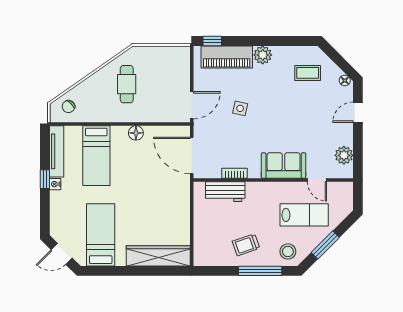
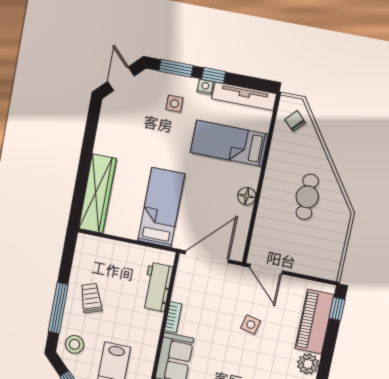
cafe table: (127, 84) -> (307, 197), turned 90
bookcase: (235, 173) -> (173, 317), moved
side table: (73, 206) -> (175, 104), added
window: (45, 211) -> (176, 68), added
bed: (101, 235) -> (161, 207), moved, turned -90

